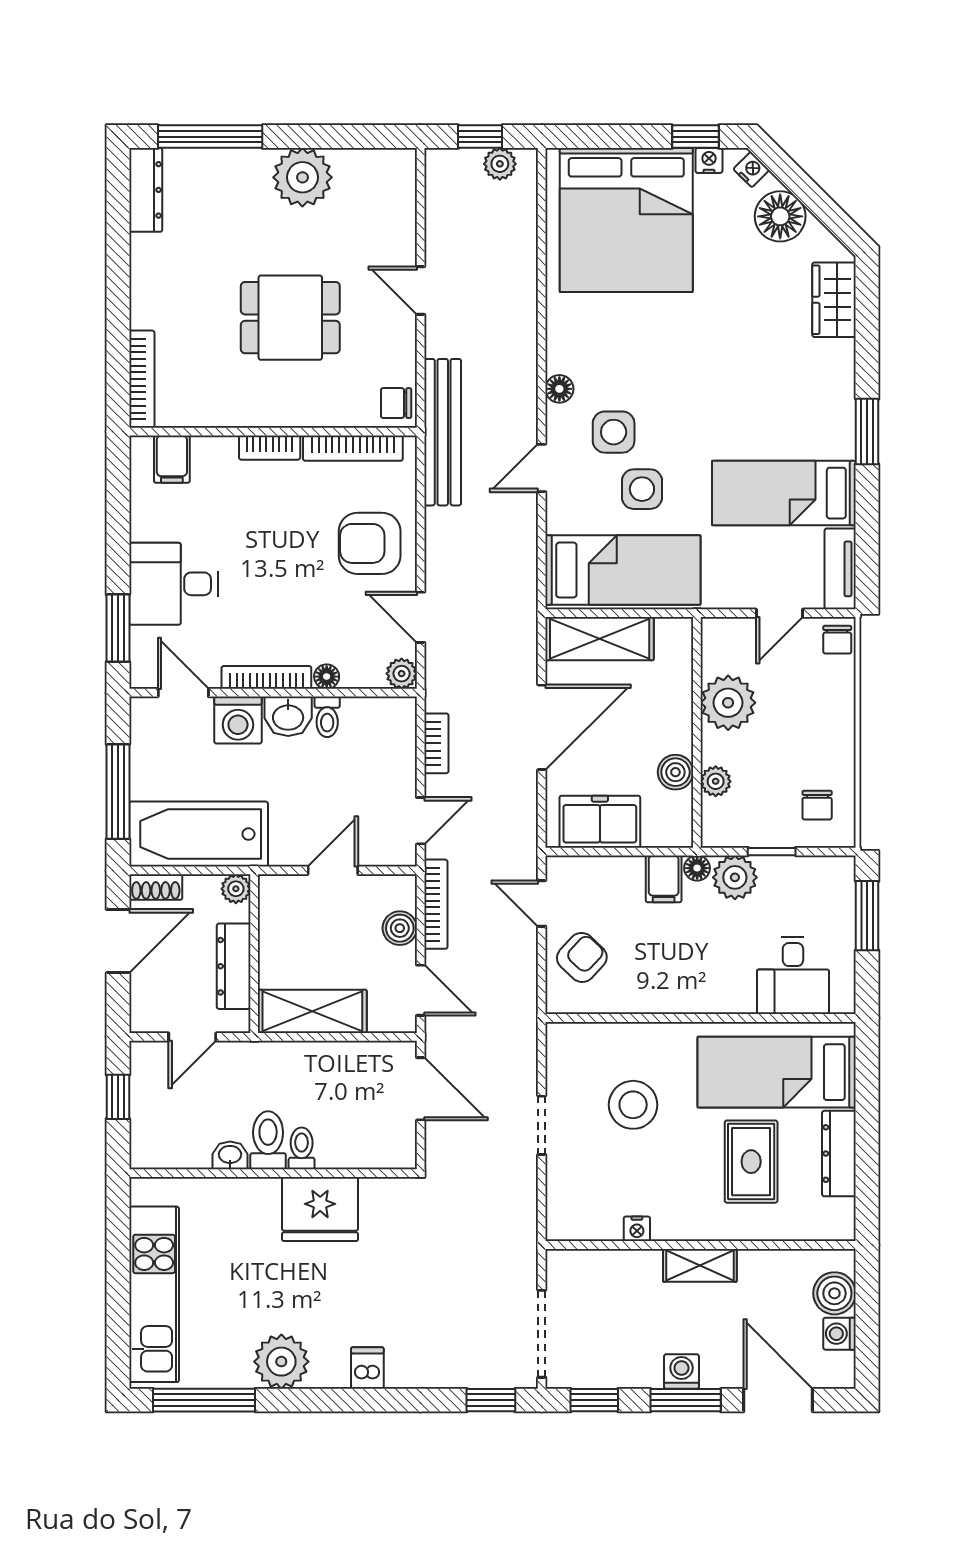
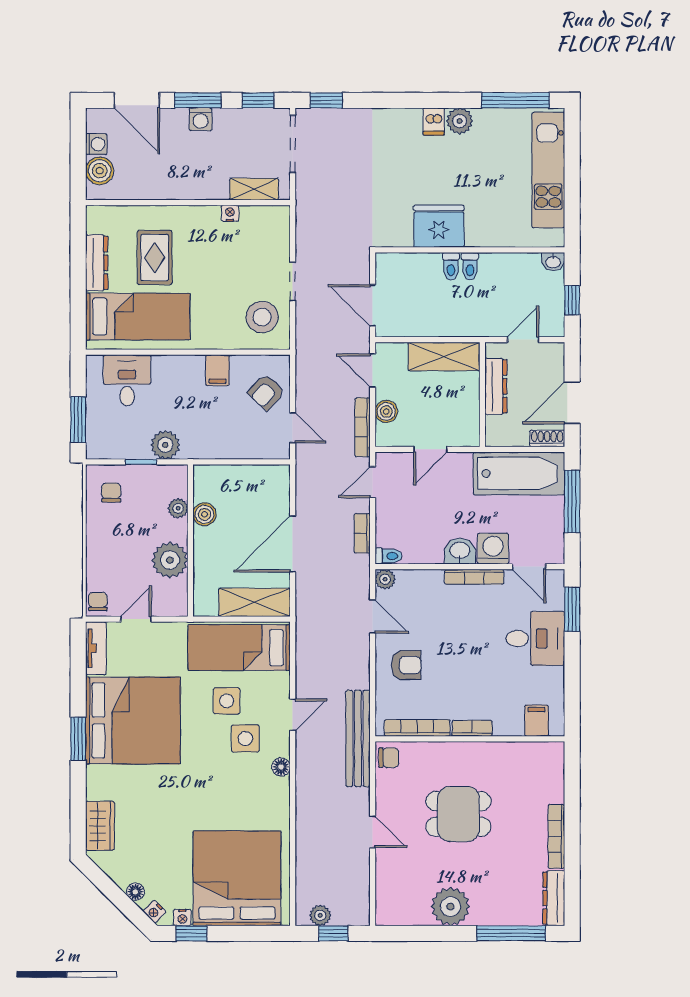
floor lamp: (780, 216) -> (135, 892), width x0.53, depth x0.53
bookcase: (142, 379) -> (556, 836), moved
bed: (784, 493) -> (133, 721), width x2.04
armchair: (370, 543) -> (406, 665), width x0.72, depth x0.72
floor lamp: (327, 677) -> (435, 577), removed
toilet: (327, 717) -> (388, 556), moved, turned 90
freezer: (600, 822) -> (254, 482), removed
floor lamp: (697, 868) -> (190, 451), removed
filing cabinet: (664, 879) -> (217, 370), moved, turned 180
plant: (236, 889) -> (494, 437), removed
stool: (633, 1105) -> (262, 317), moved
toilet: (268, 1140) -> (470, 266), width x0.73, depth x0.72
washbasin: (230, 1155) -> (553, 262), moved
shelving: (700, 1265) -> (254, 189), moved
plant: (281, 1362) -> (460, 121), width x0.73, depth x0.73
dishwasher: (367, 1368) -> (434, 122), moved

